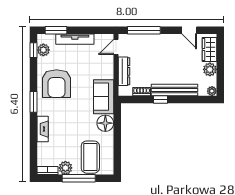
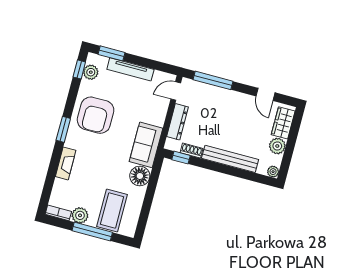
window: (161, 99) -> (181, 158), moved

